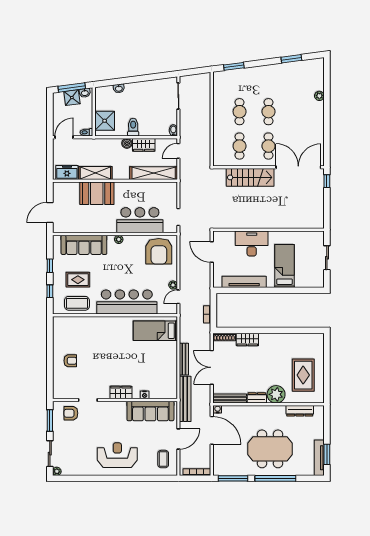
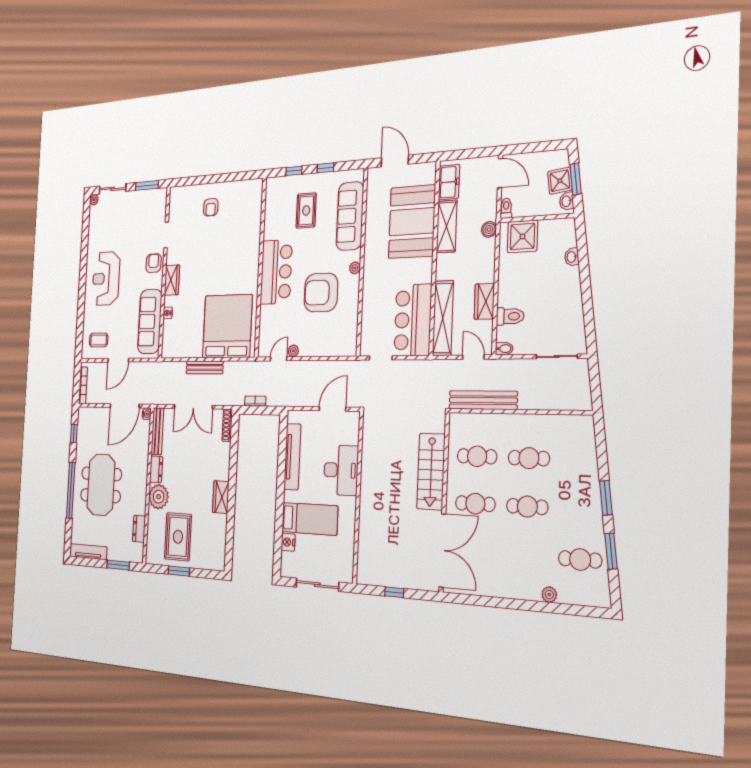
window: (234, 66) -> (606, 498), moved
cafe table: (297, 77) -> (580, 559), added
window: (72, 87) -> (576, 179), width x0.69
toilet: (133, 127) -> (510, 316), moved
boiler: (127, 143) -> (489, 229), moved
window: (327, 181) -> (394, 592), moved
booth: (97, 193) -> (412, 222), width x1.36, depth x1.42
bar counter: (140, 220) -> (413, 320), moved, turned 180
armchair: (159, 251) -> (321, 293), moved
sliding door: (327, 258) -> (317, 585), width x1.37
nightstand: (301, 282) -> (288, 542), added
door: (178, 297) -> (279, 359), hinge flipped
bar counter: (127, 302) -> (276, 272), width x0.73
coffee table: (77, 303) -> (277, 211), removed
bed: (155, 331) -> (227, 326), width x2.04
wardrobe: (247, 340) -> (221, 497), moved
double door: (212, 367) -> (193, 407), swing flipped
window: (327, 373) -> (179, 571), added
rug: (303, 375) -> (178, 537), turned 90
bench: (185, 399) -> (483, 400), moved
dresser: (300, 411) -> (139, 529), width x0.70
armchair: (71, 413) -> (154, 263), moved
door: (178, 439) -> (118, 360), hinge flipped
window: (327, 454) -> (118, 565), moved
reception desk: (117, 455) -> (106, 279), turned 180
window: (233, 478) -> (74, 434), width x0.46

